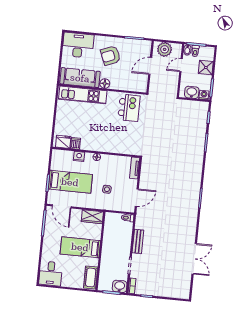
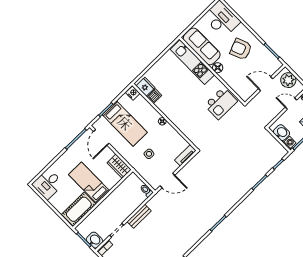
nightstand: (79, 156) -> (133, 93), moved
cot: (91, 277) -> (79, 209), width x1.37, depth x1.34

